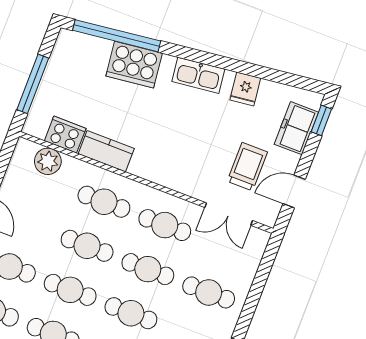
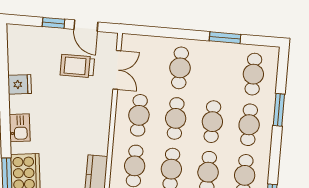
kitchen sink: (198, 75) -> (20, 128), width x0.73
window: (321, 120) -> (54, 23), moved
freezer: (296, 128) -> (38, 38), removed

